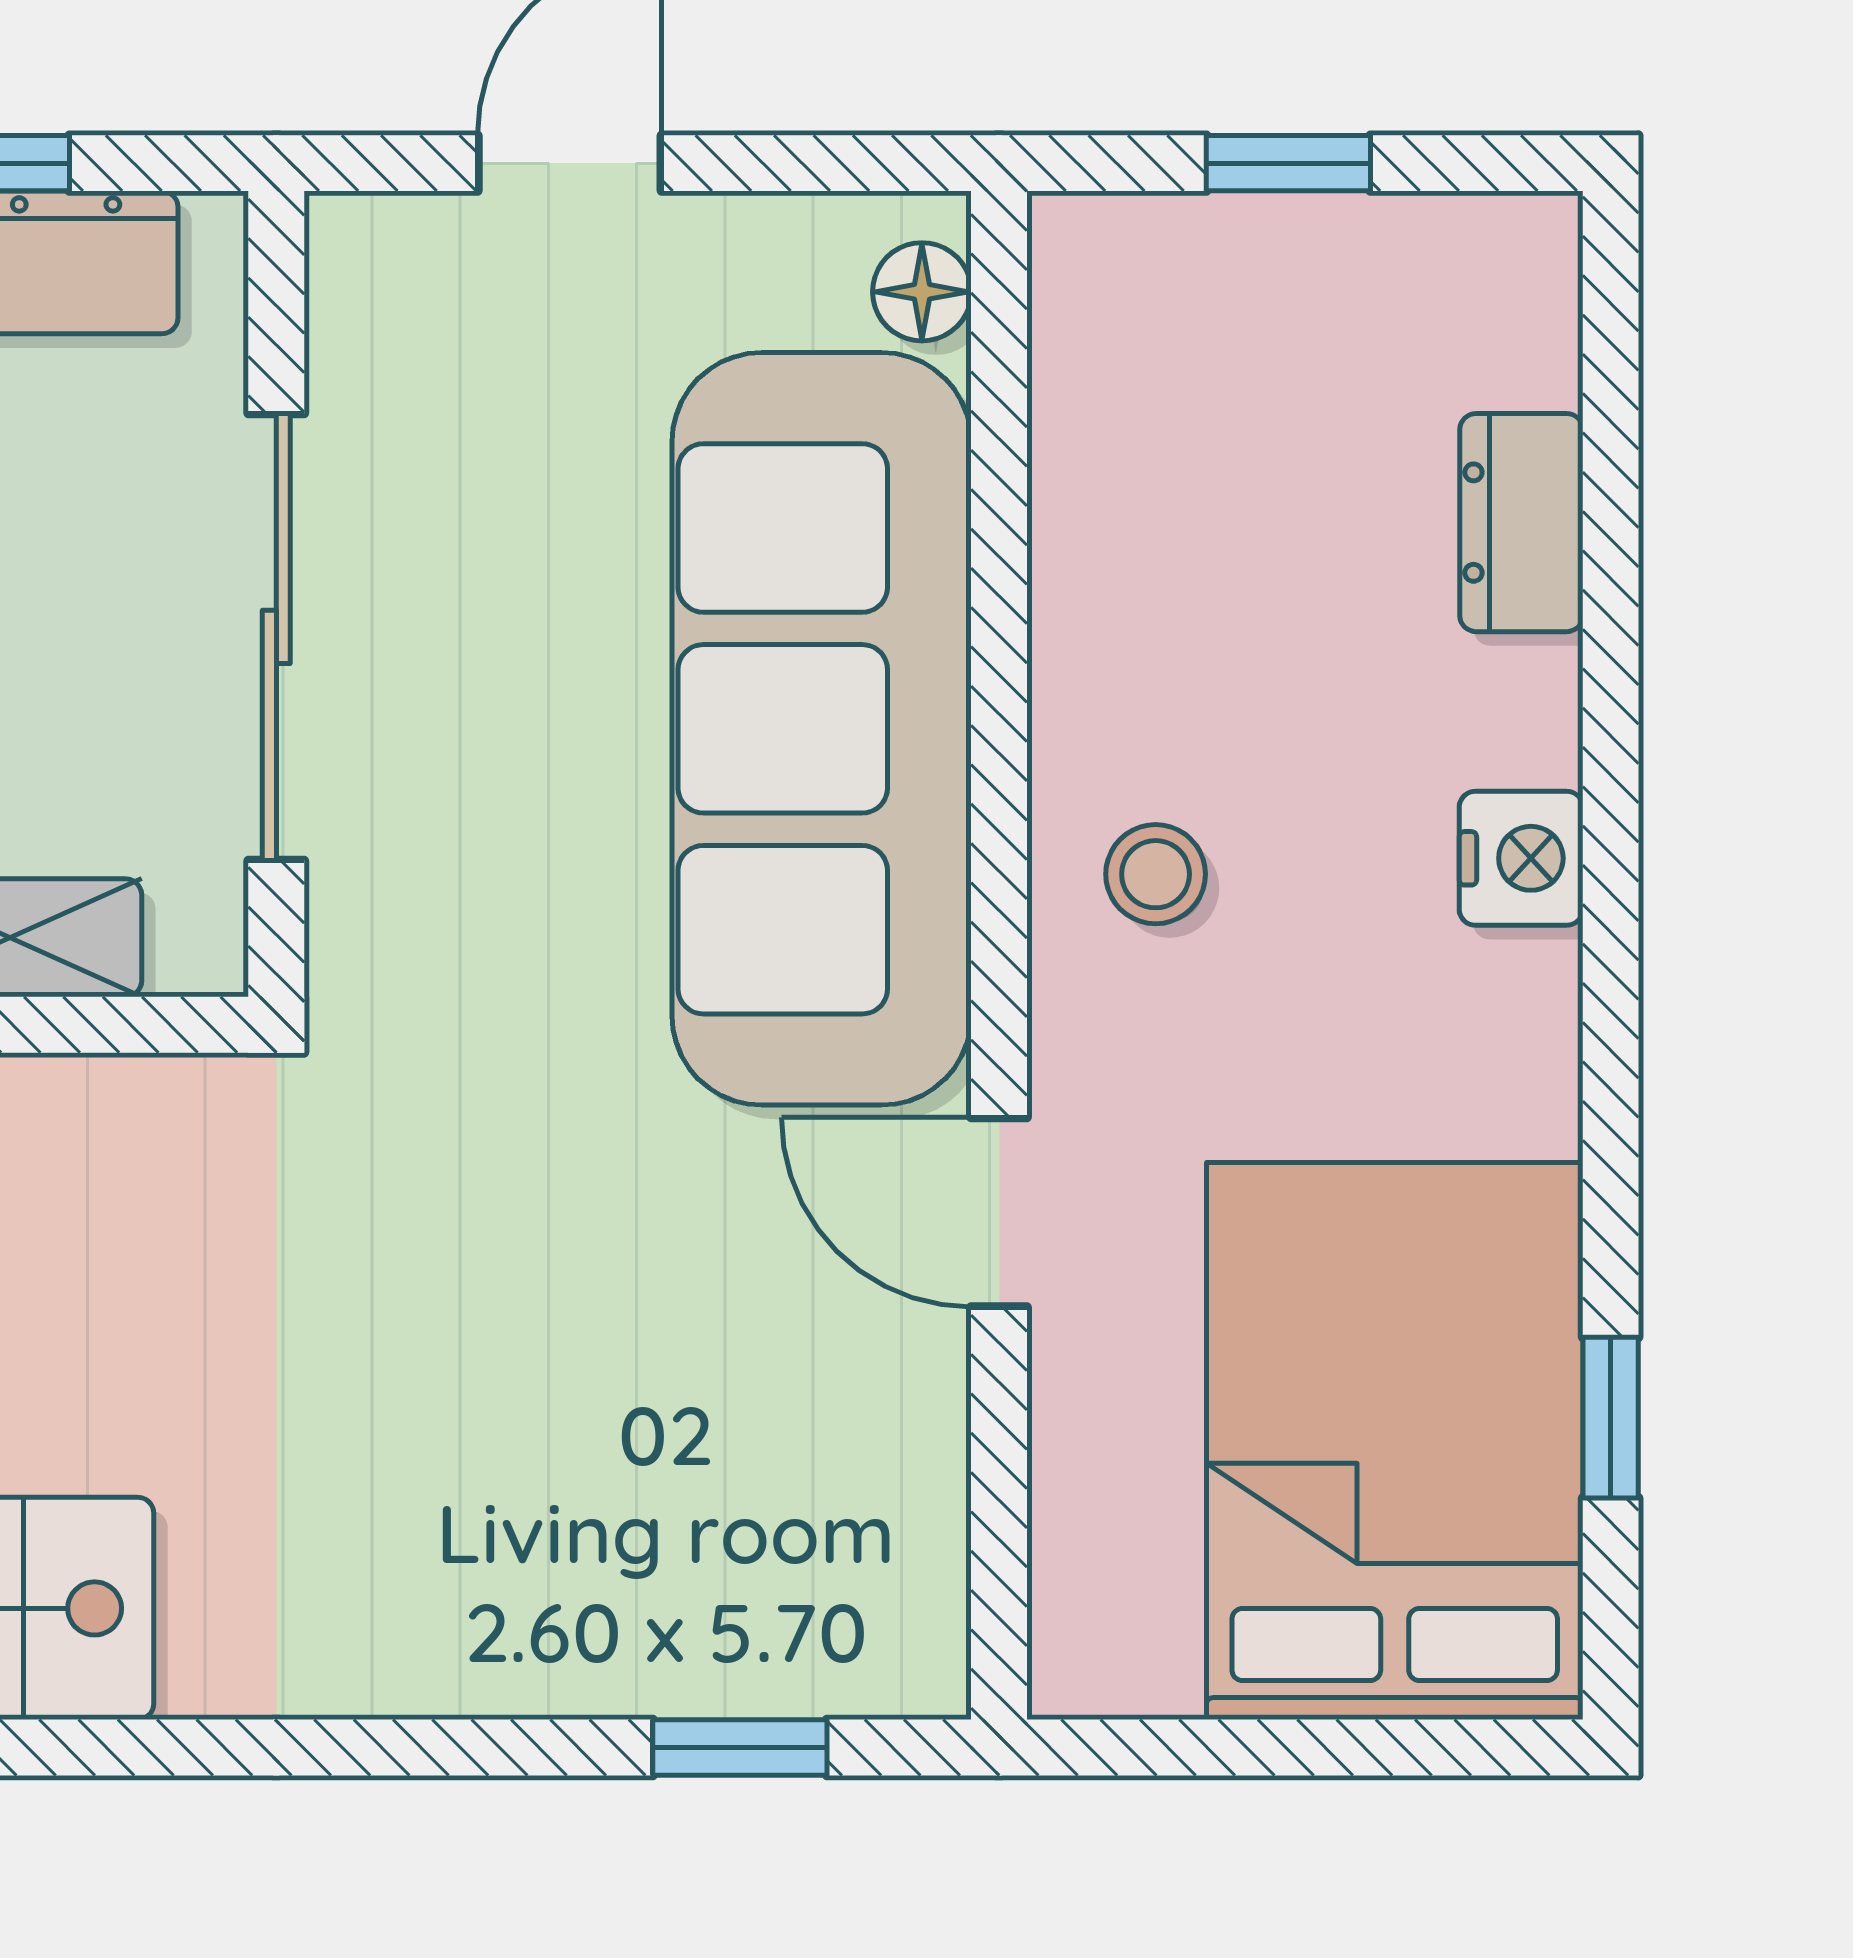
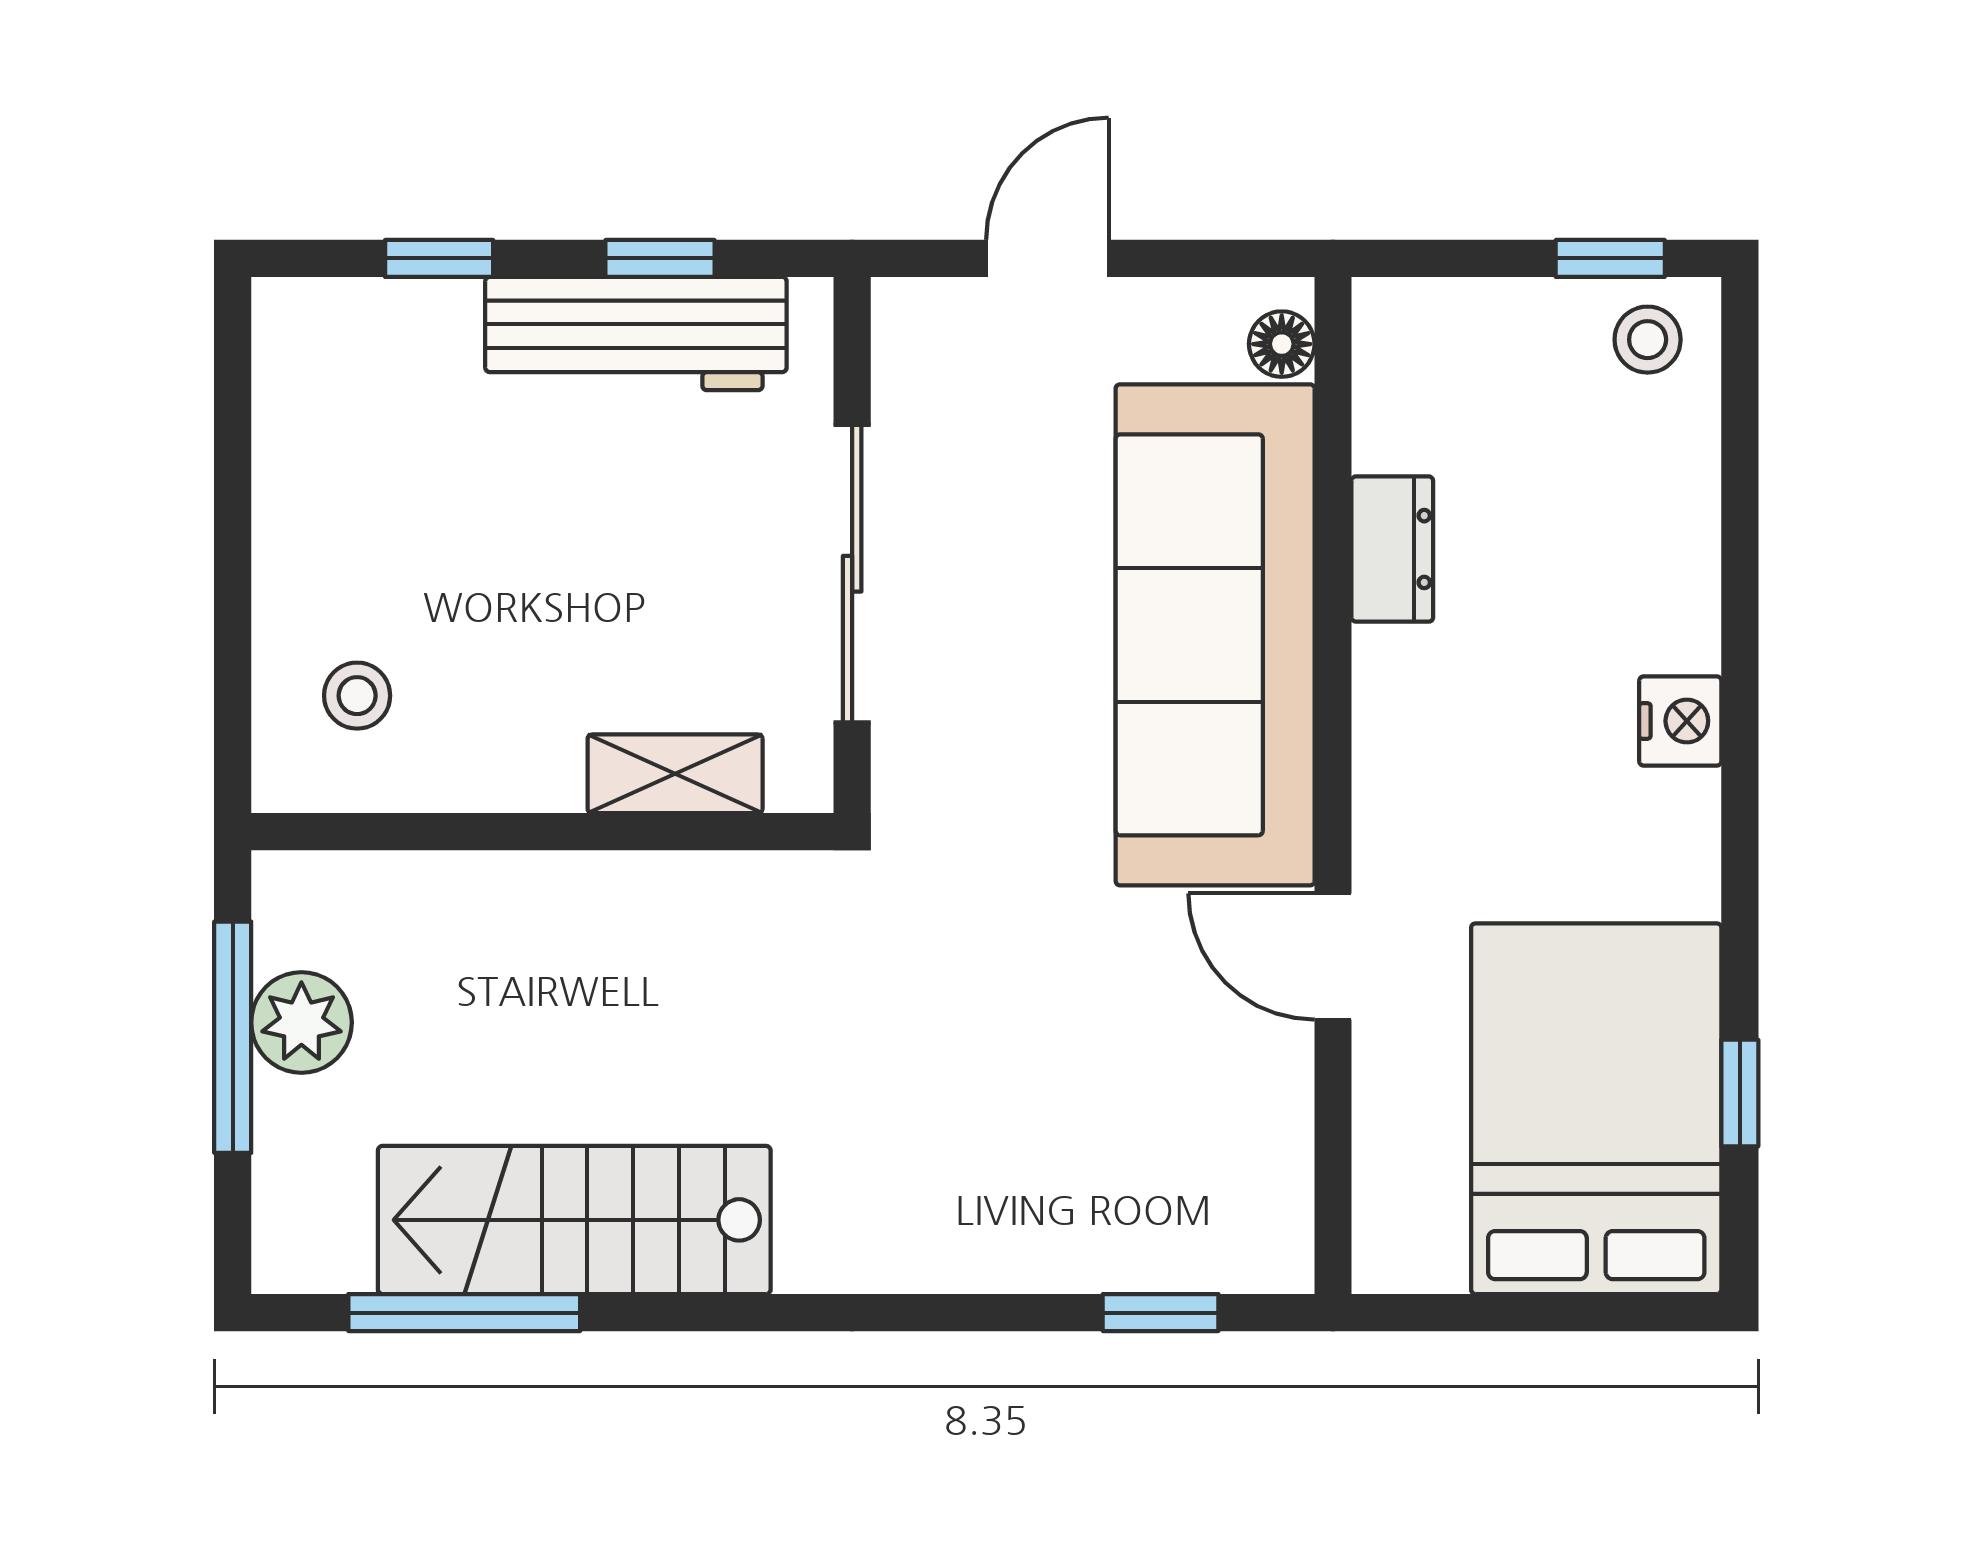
window: (1288, 163) -> (1610, 258), moved
dresser: (1521, 523) -> (1392, 549), moved, turned 180
stool: (1156, 874) -> (1648, 340), moved

